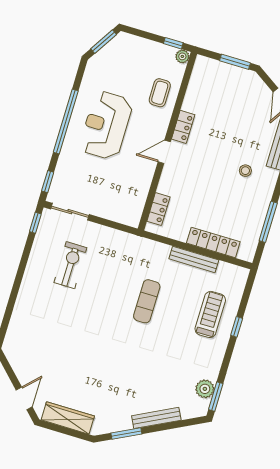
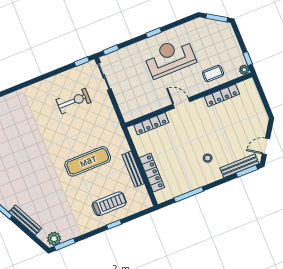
window: (235, 62) -> (265, 102), removed
window: (66, 121) -> (154, 33), width x0.32
locker: (183, 127) -> (222, 95), moved, width x1.53
locker: (158, 209) -> (151, 124), width x1.53
exercise mat: (147, 301) -> (88, 161), width x1.36, depth x1.45
plant: (205, 389) -> (54, 239), moved

